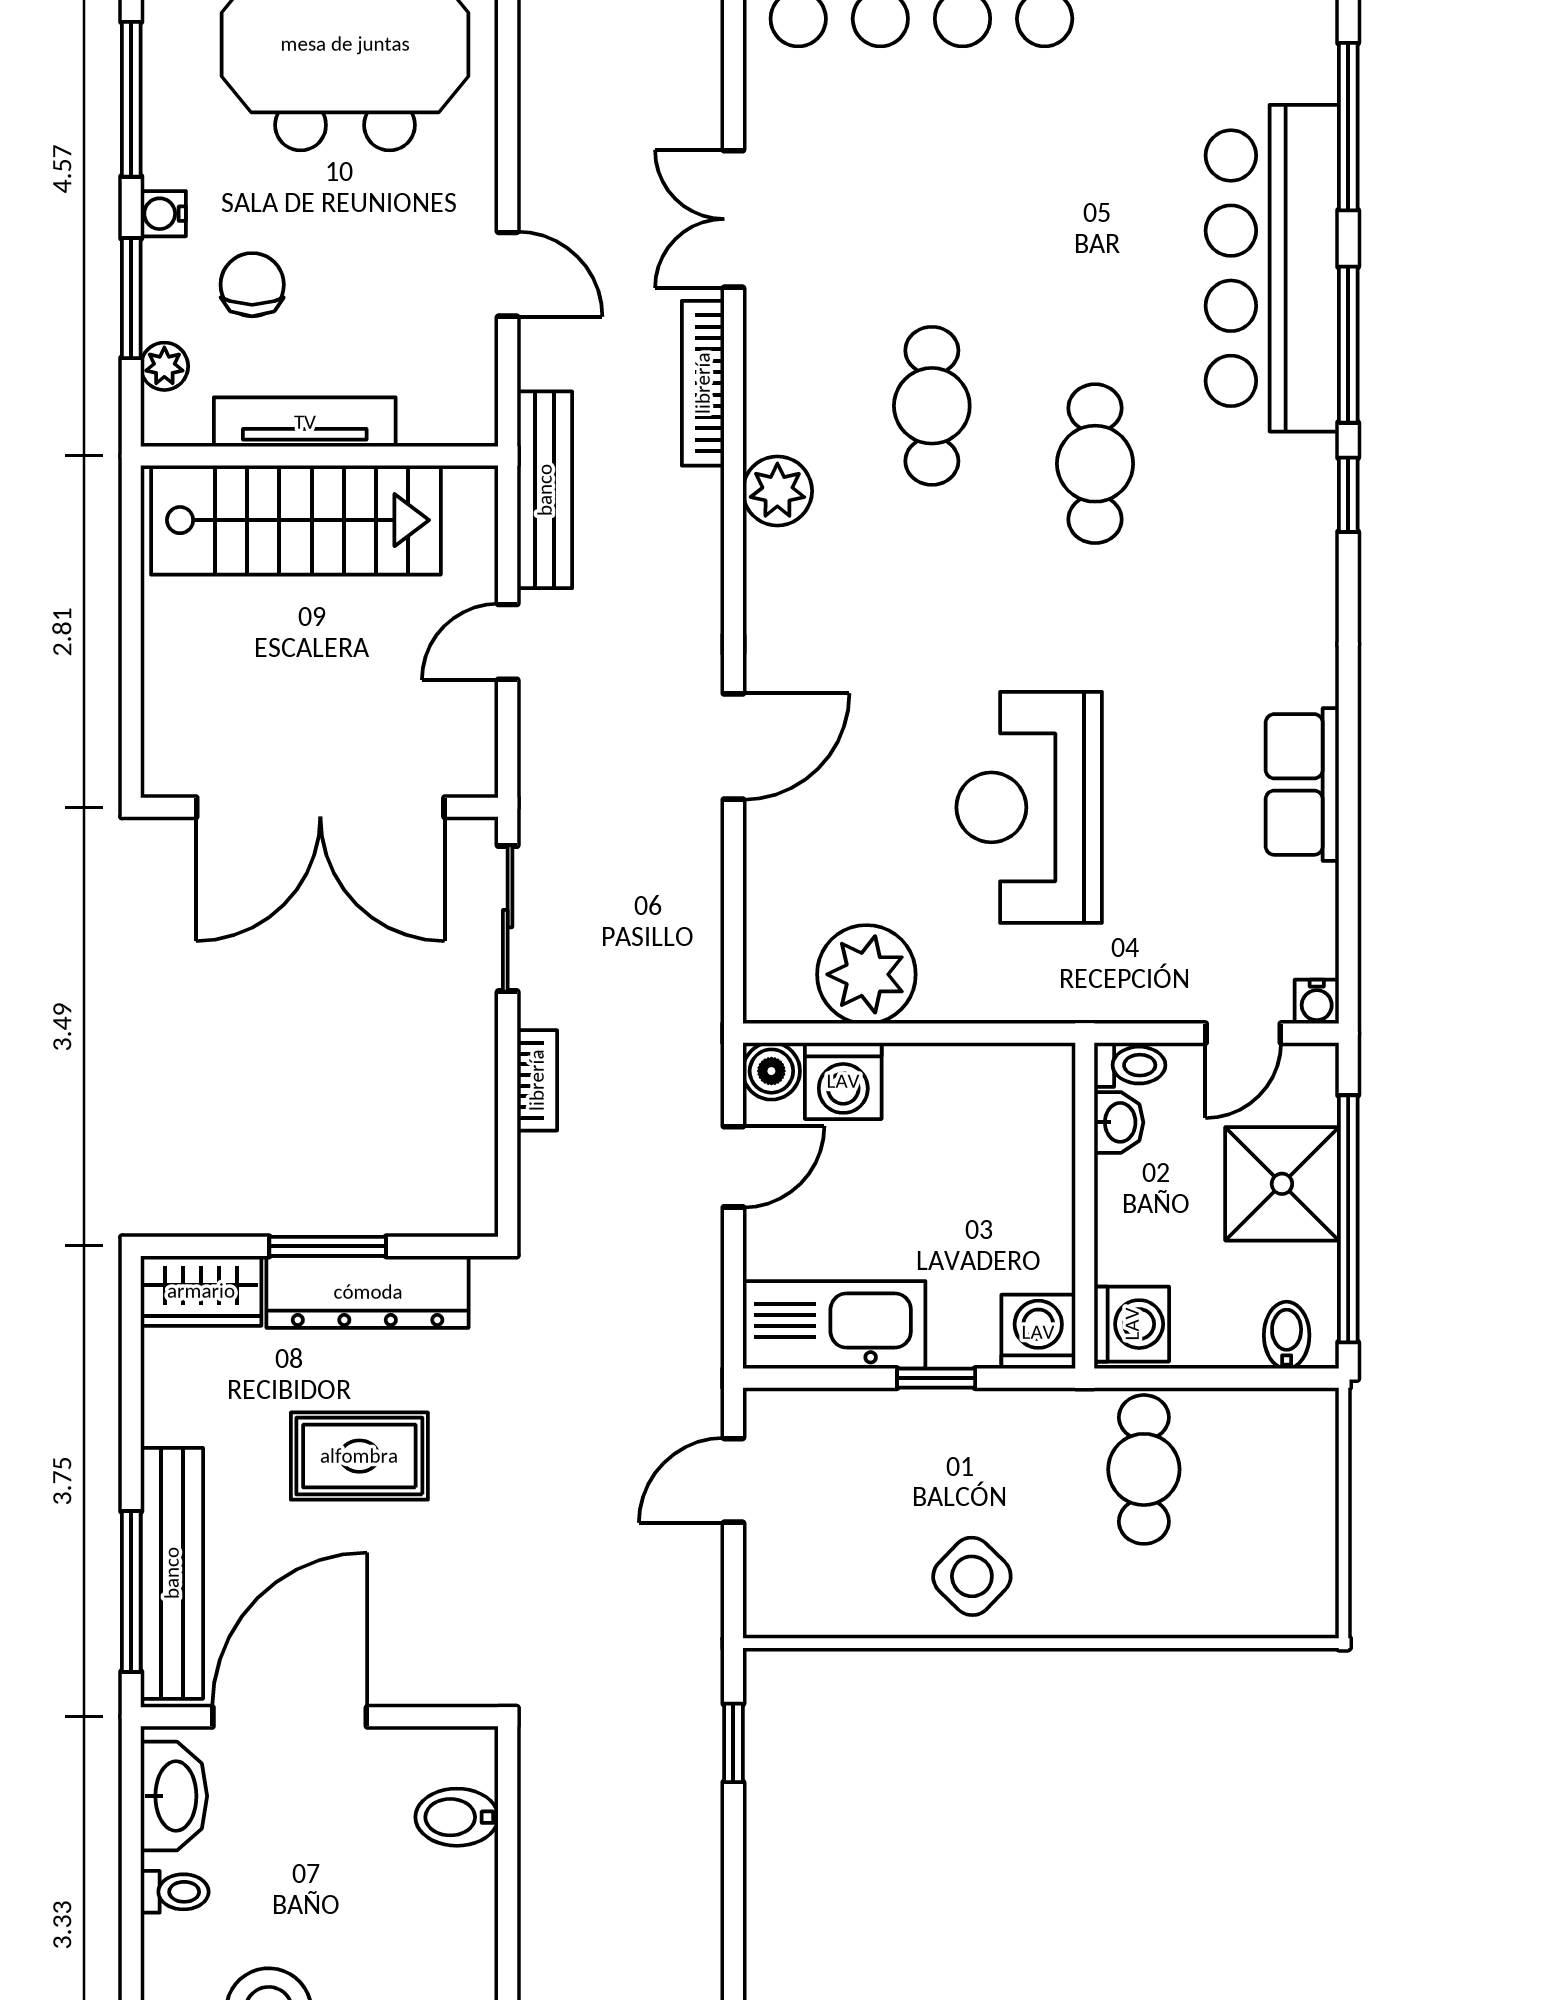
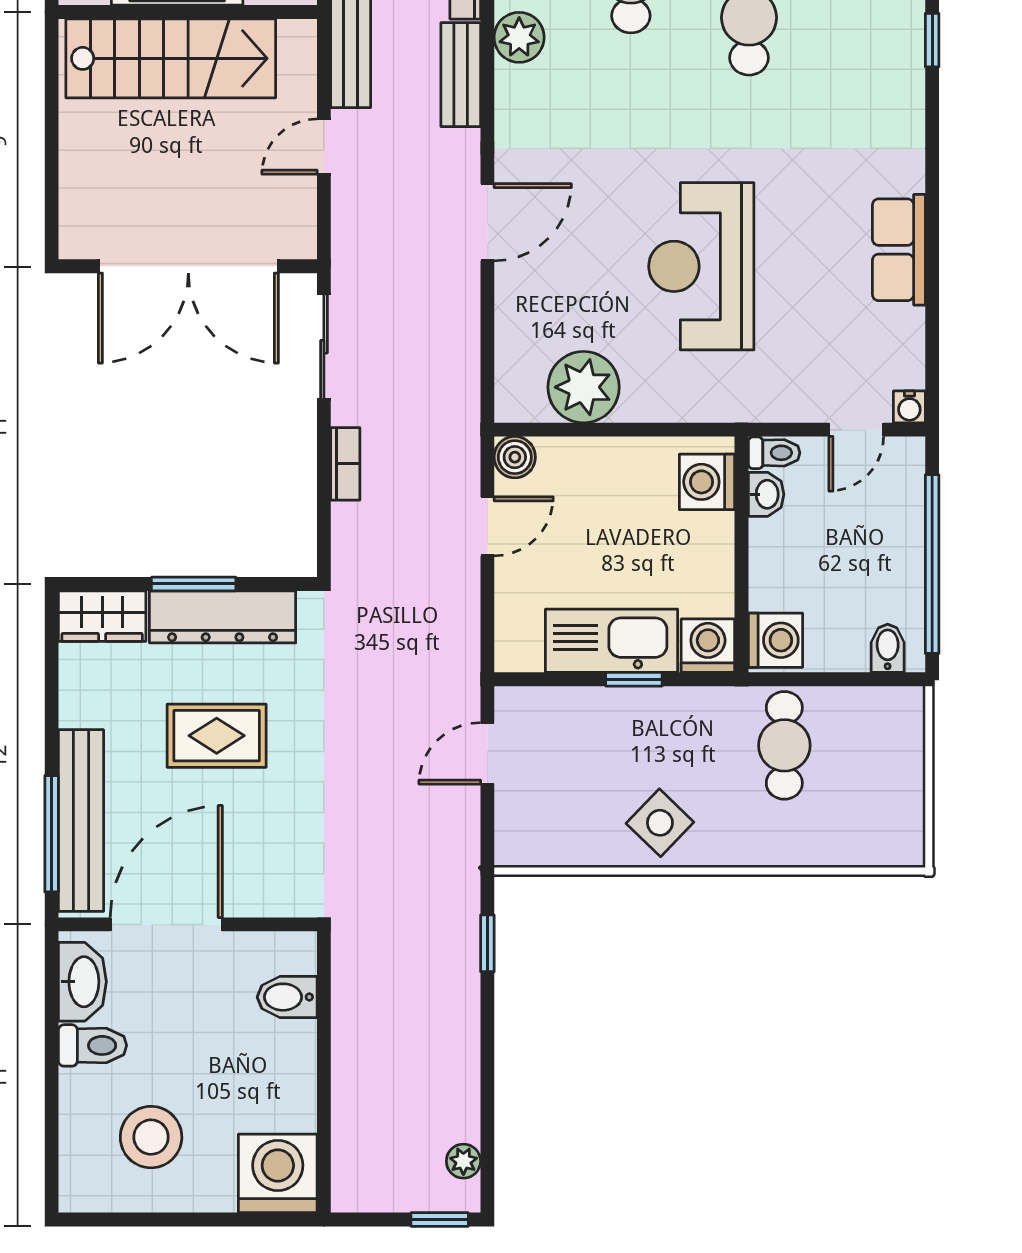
bench: (697, 542) -> (461, 75), added
washing machine: (843, 1081) -> (707, 482), moved, turned 90
shower: (1282, 1184) -> (884, 539), removed
kitchen sink: (834, 1325) -> (611, 641), moved
toilet: (175, 1892) -> (92, 1045), width x1.37, depth x1.39

